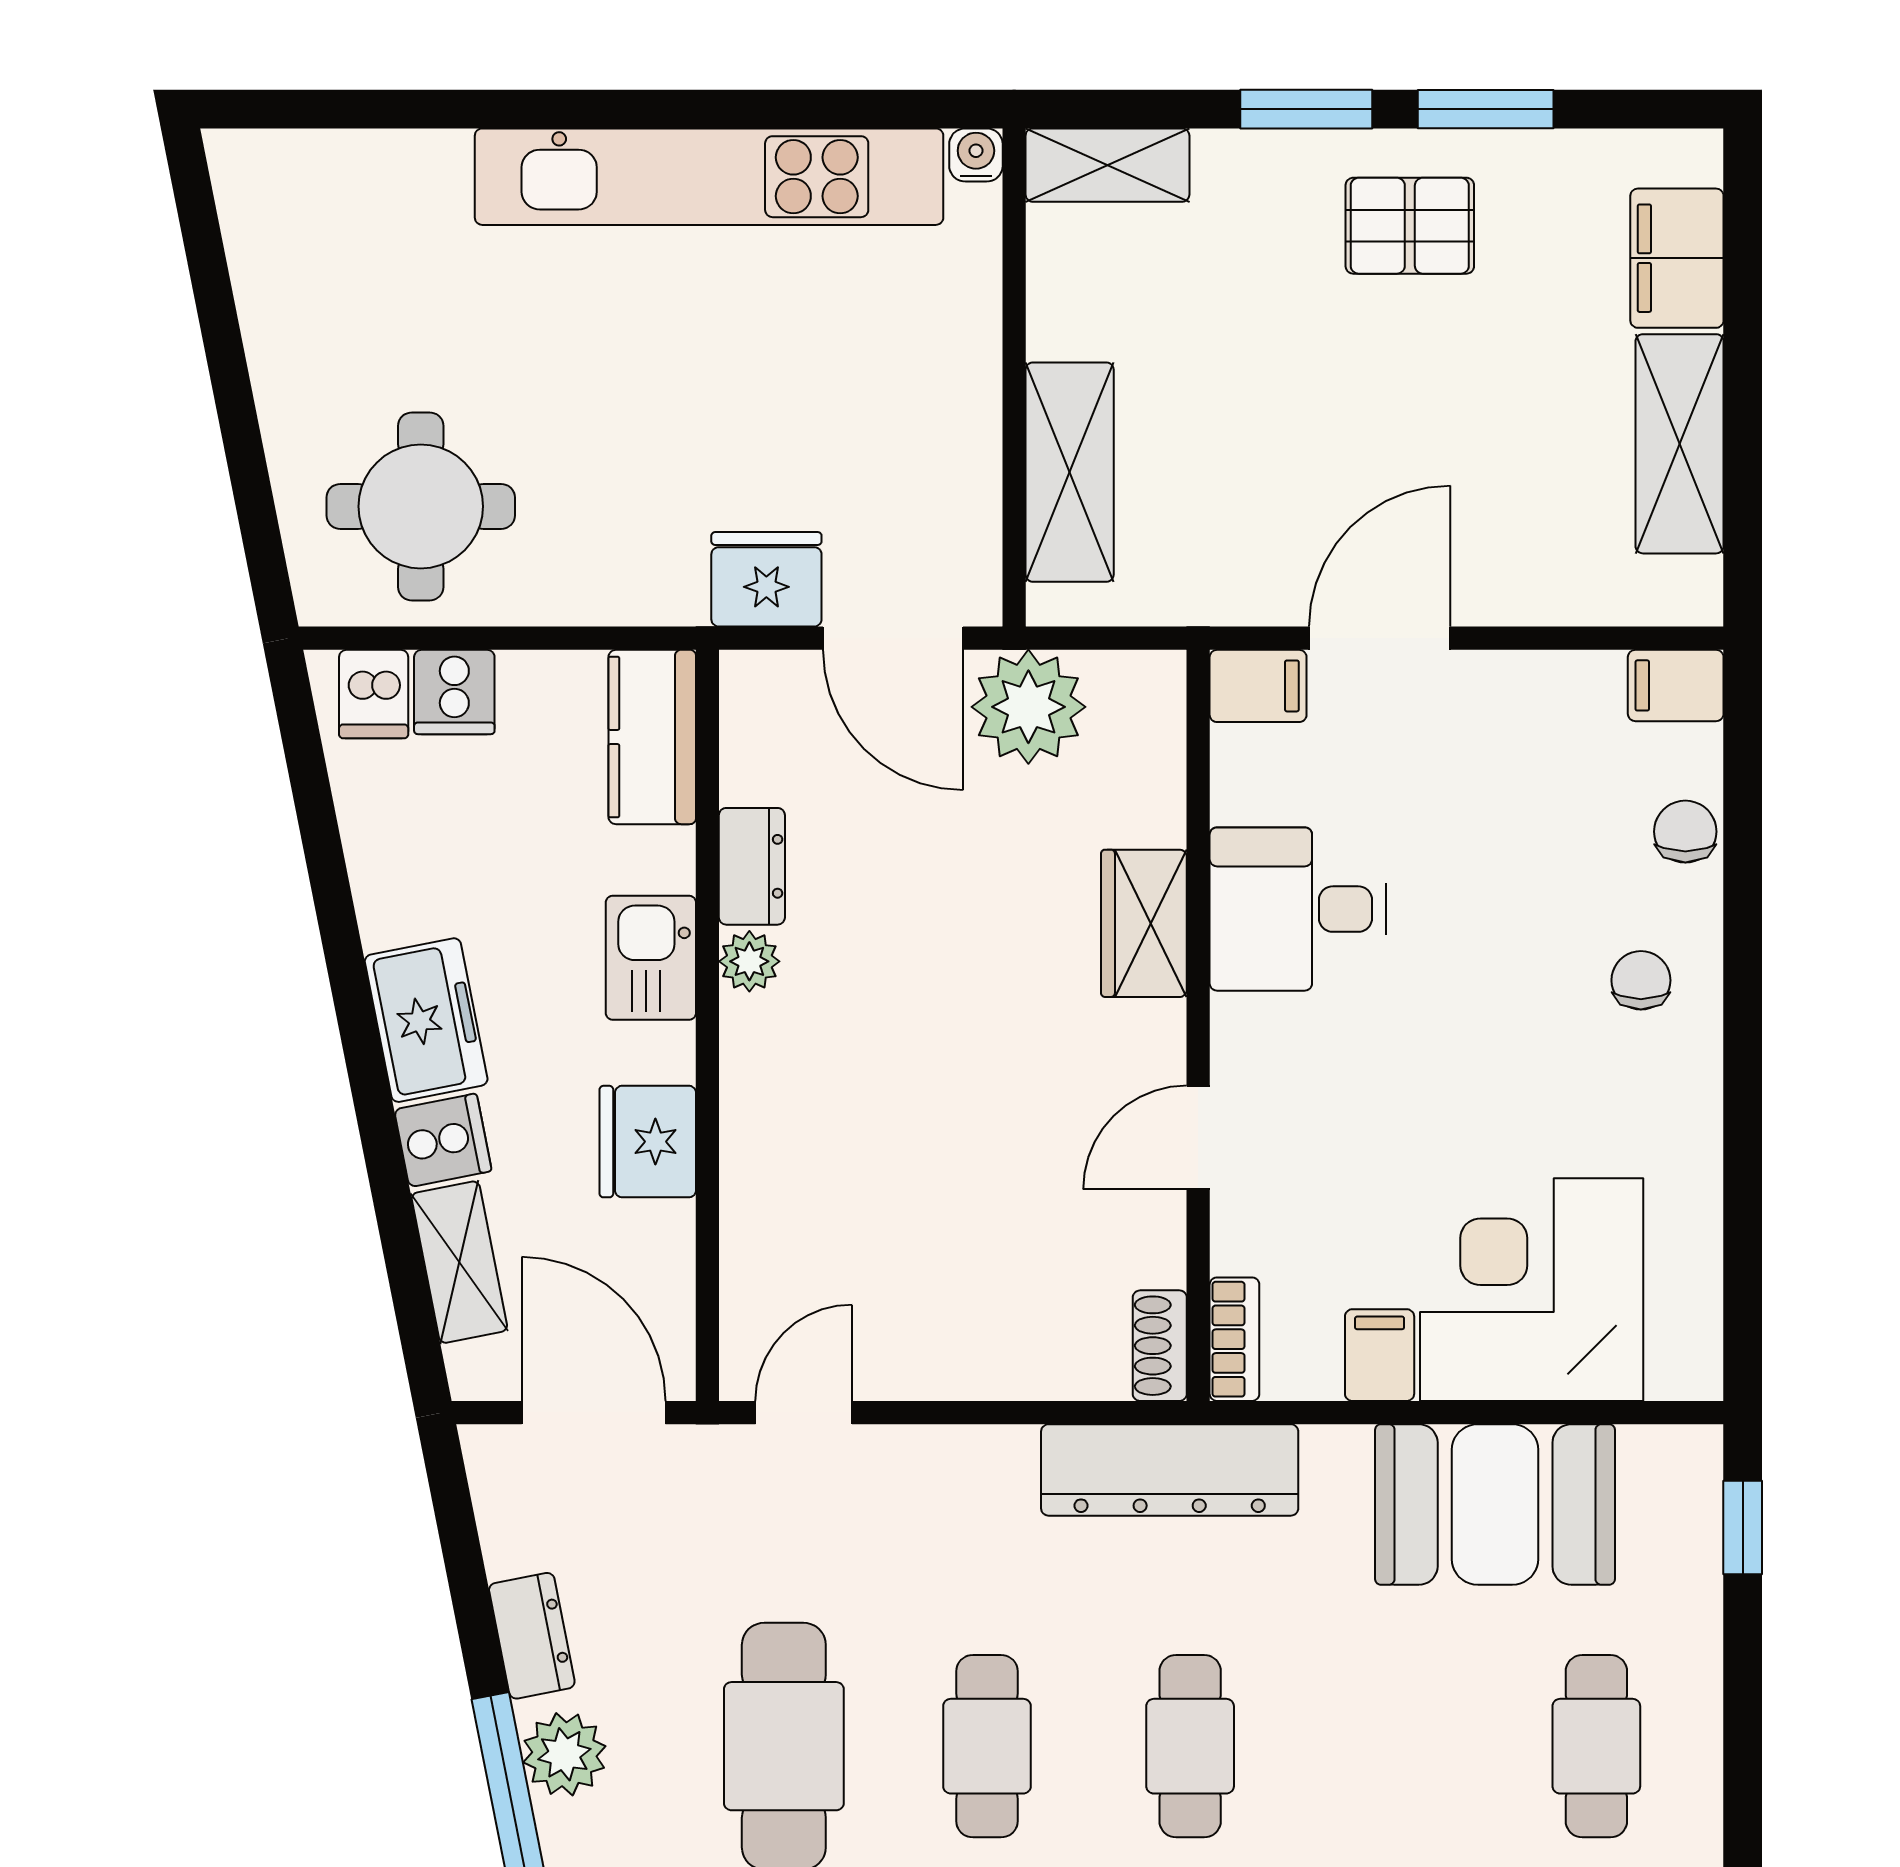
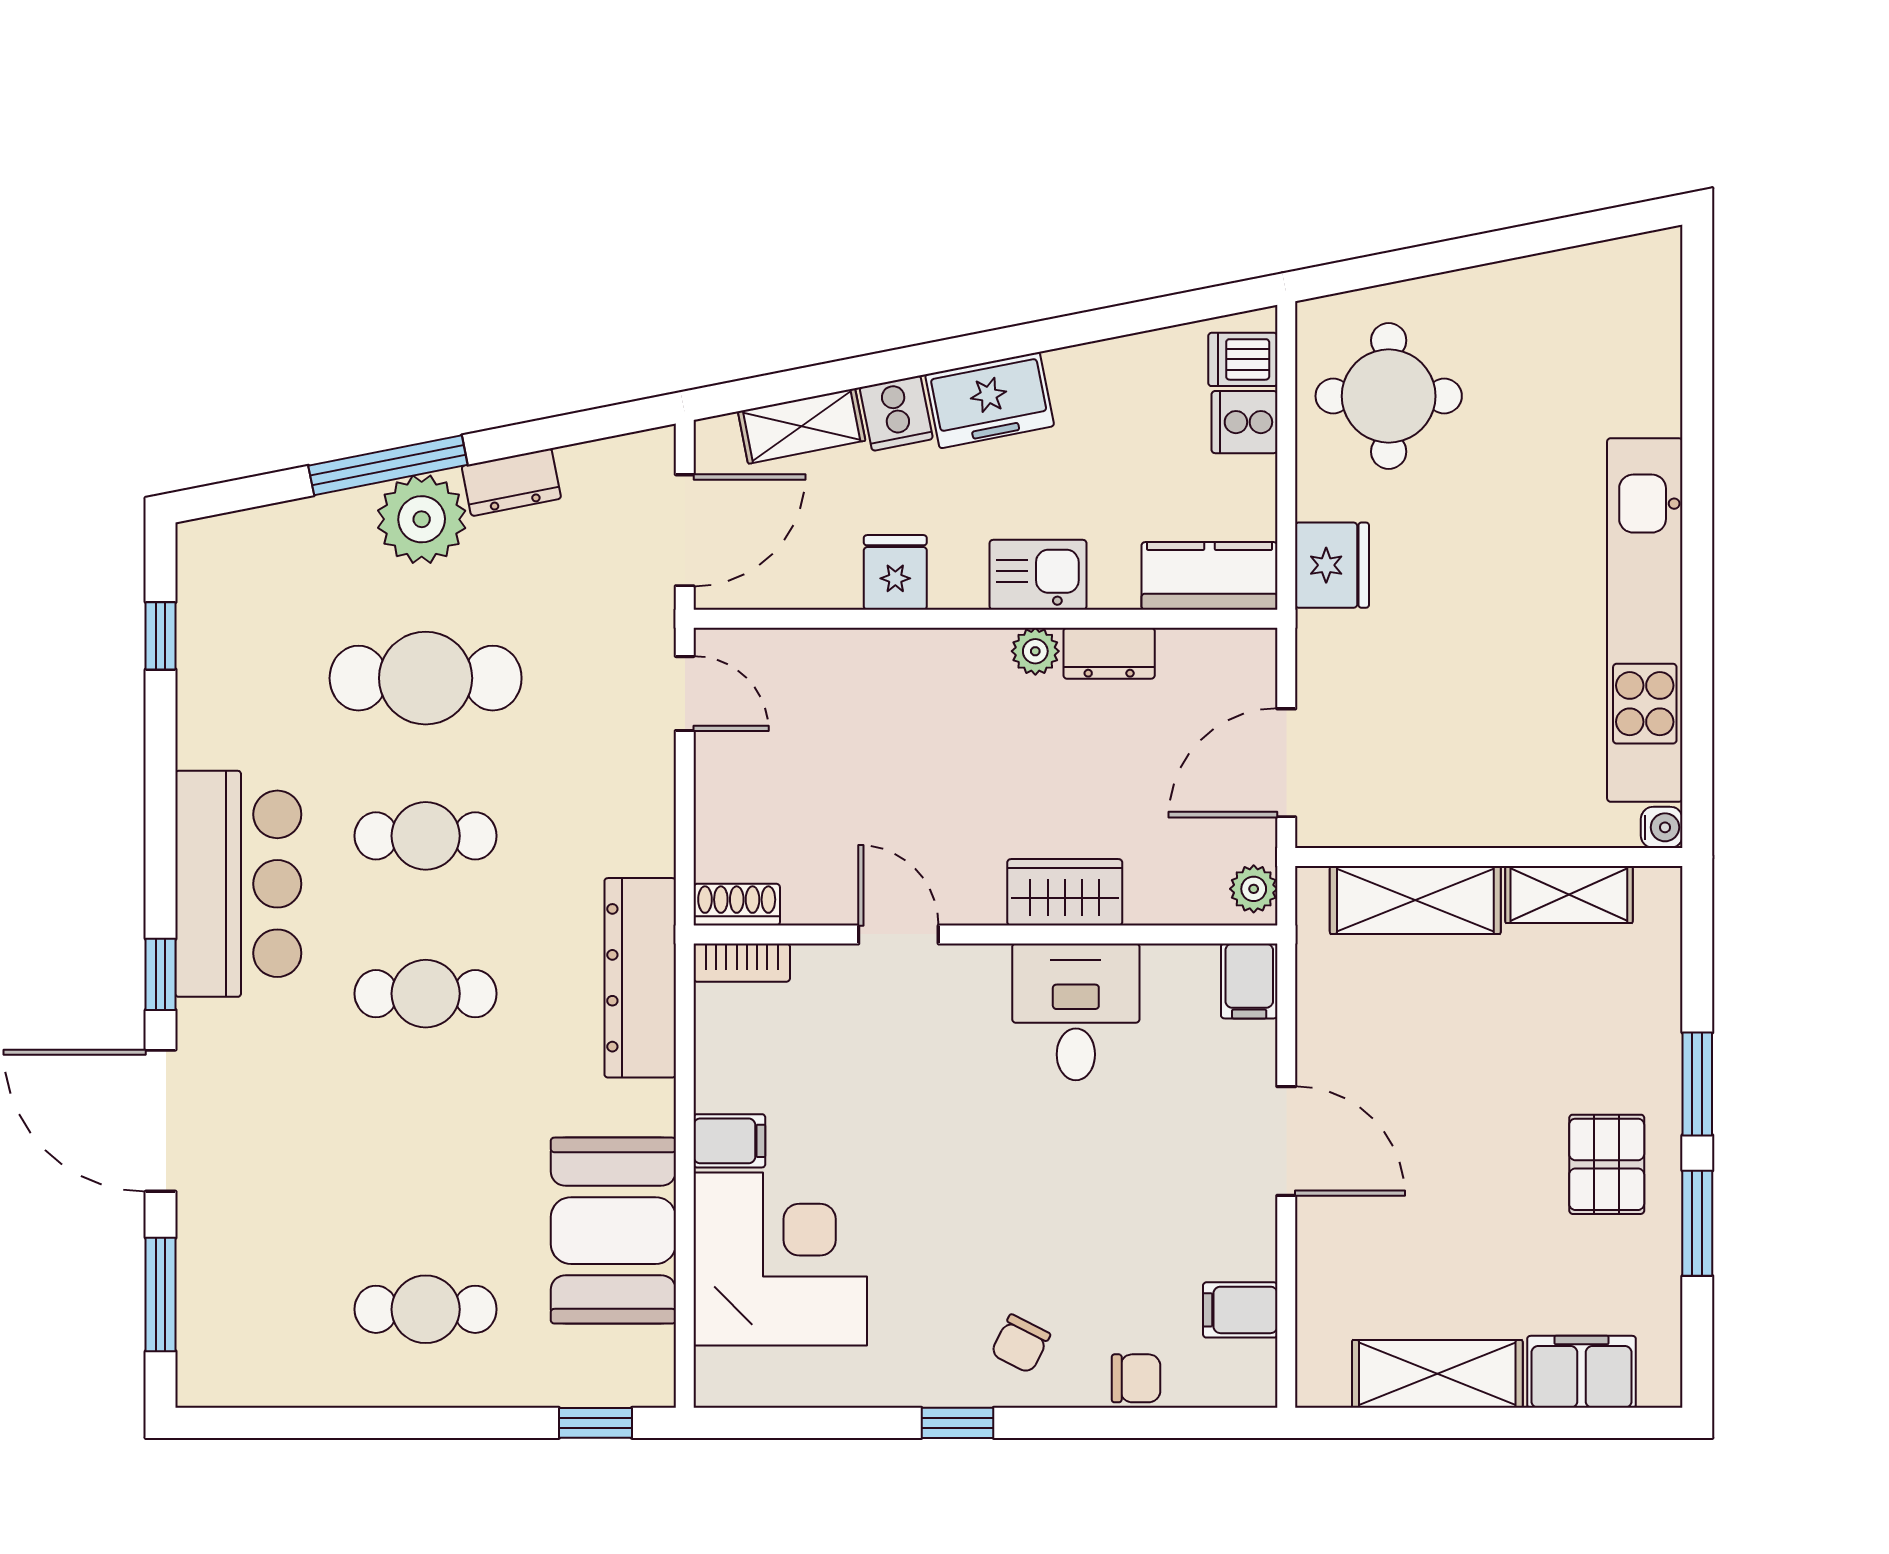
shelving: (1107, 165) -> (1569, 895), moved, turned 90
fridge: (766, 579) -> (1332, 565), moved
filing cabinet: (1676, 685) -> (1240, 1310), moved, turned -90
filing cabinet: (1258, 686) -> (1249, 981), moved
plant: (1028, 707) -> (1254, 889), width x0.53, depth x0.53
desk: (1298, 909) -> (1076, 1012), moved
wardrobe: (1144, 923) -> (1065, 892), moved
chair: (1641, 980) -> (1021, 1344), turned 117
wall: (1198, 1025) -> (985, 934), moved
window: (1743, 1061) -> (958, 1423), added
door: (1198, 1137) -> (898, 934), moved
fridge: (648, 1142) -> (895, 572), width x0.72
bookcase: (1234, 1339) -> (742, 963), moved
shoe rack: (1160, 1346) -> (737, 905), moved
plant: (564, 1754) -> (422, 519), width x1.36, depth x1.36

